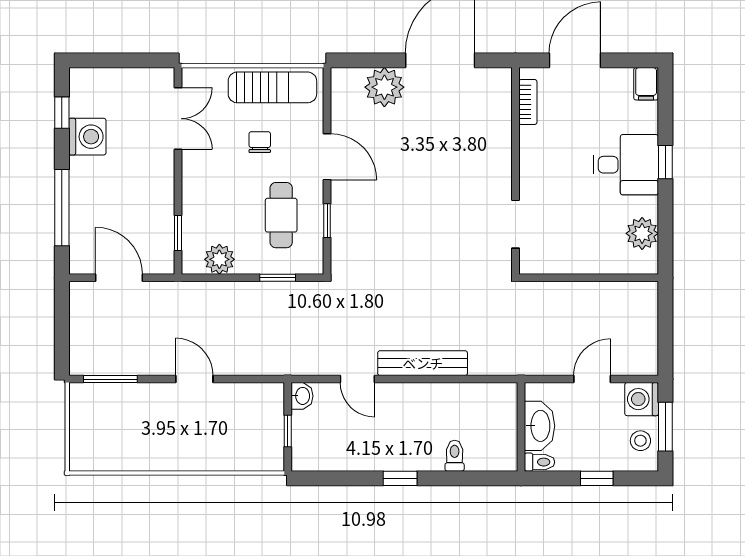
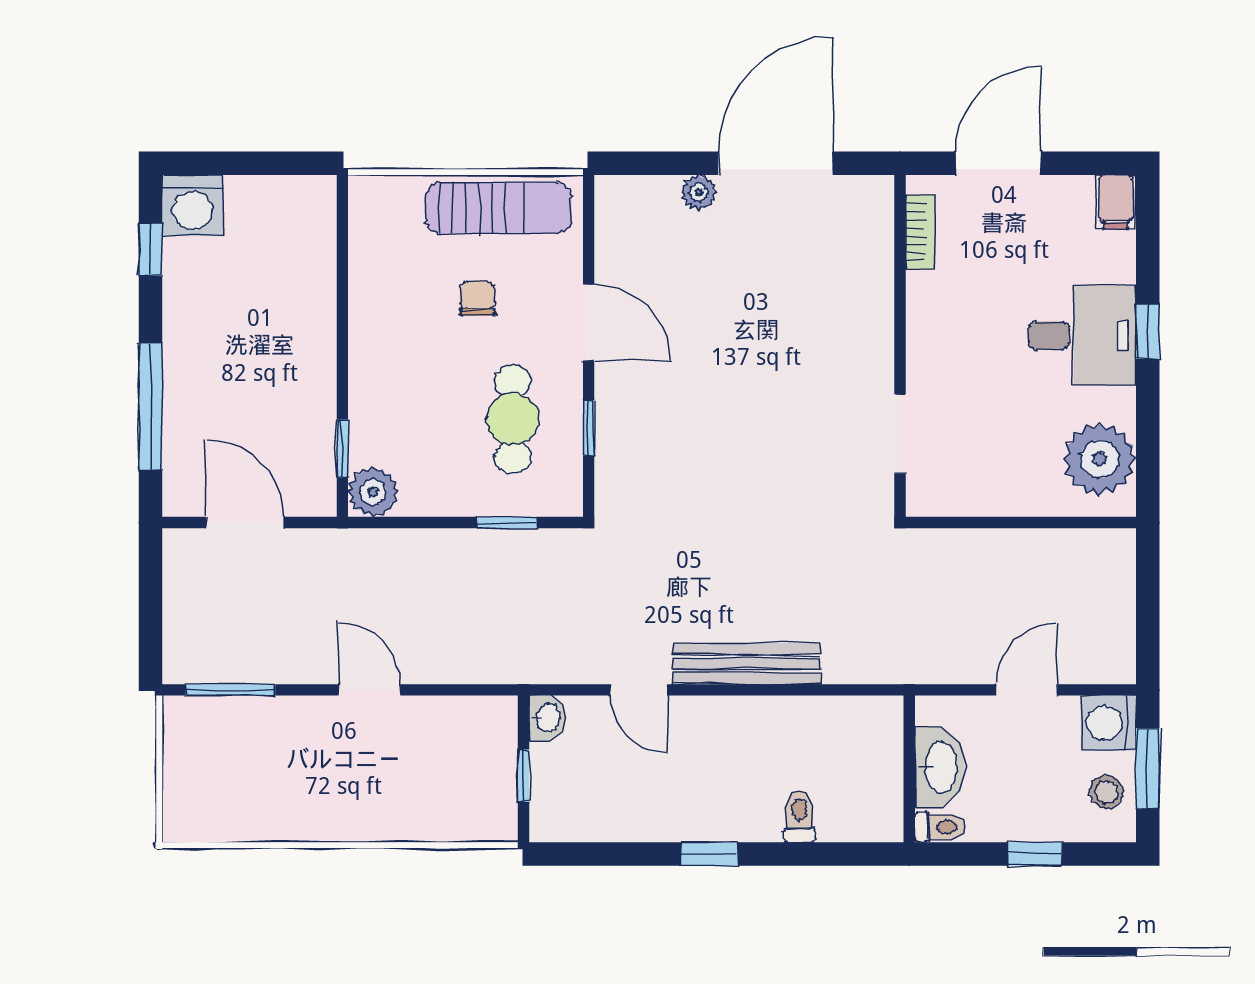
plant: (384, 87) -> (699, 192), width x0.53, depth x0.53
double door: (178, 119) -> (342, 259), removed
washing machine: (87, 137) -> (193, 206), moved, turned 90
plant: (642, 233) -> (1100, 459), width x1.36, depth x1.36
plant: (219, 259) -> (373, 492), moved

